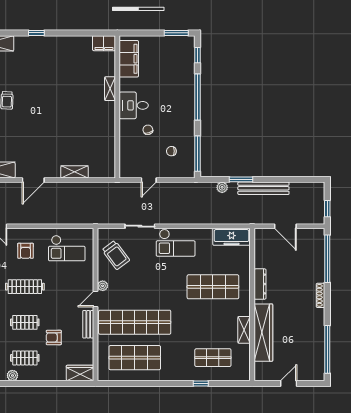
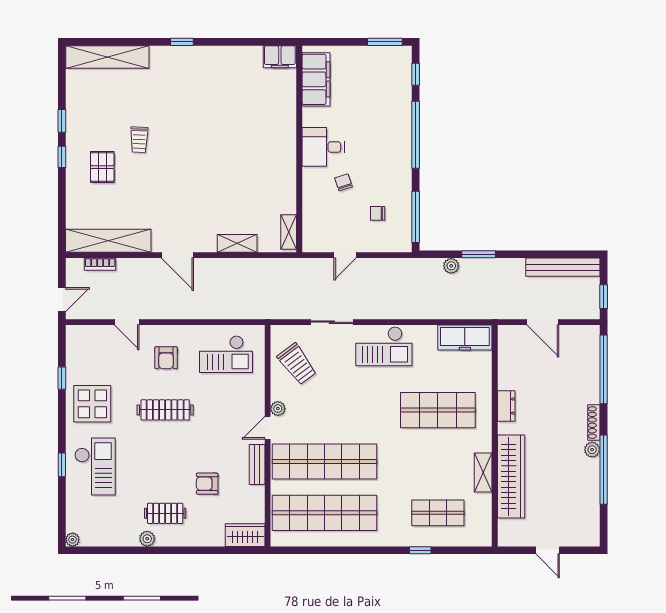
shelving: (110, 89) -> (289, 232), moved
door: (33, 180) -> (177, 255), hinge flipped
bench: (263, 188) -> (563, 267), moved
dresser: (260, 284) -> (506, 406), width x0.70
plant: (319, 314) -> (592, 450), added
clothes rail: (25, 322) -> (165, 462), removed
window: (327, 349) -> (604, 470), moved
shop shelf: (135, 358) -> (324, 513), width x1.40
door: (289, 383) -> (548, 550), swing flipped

